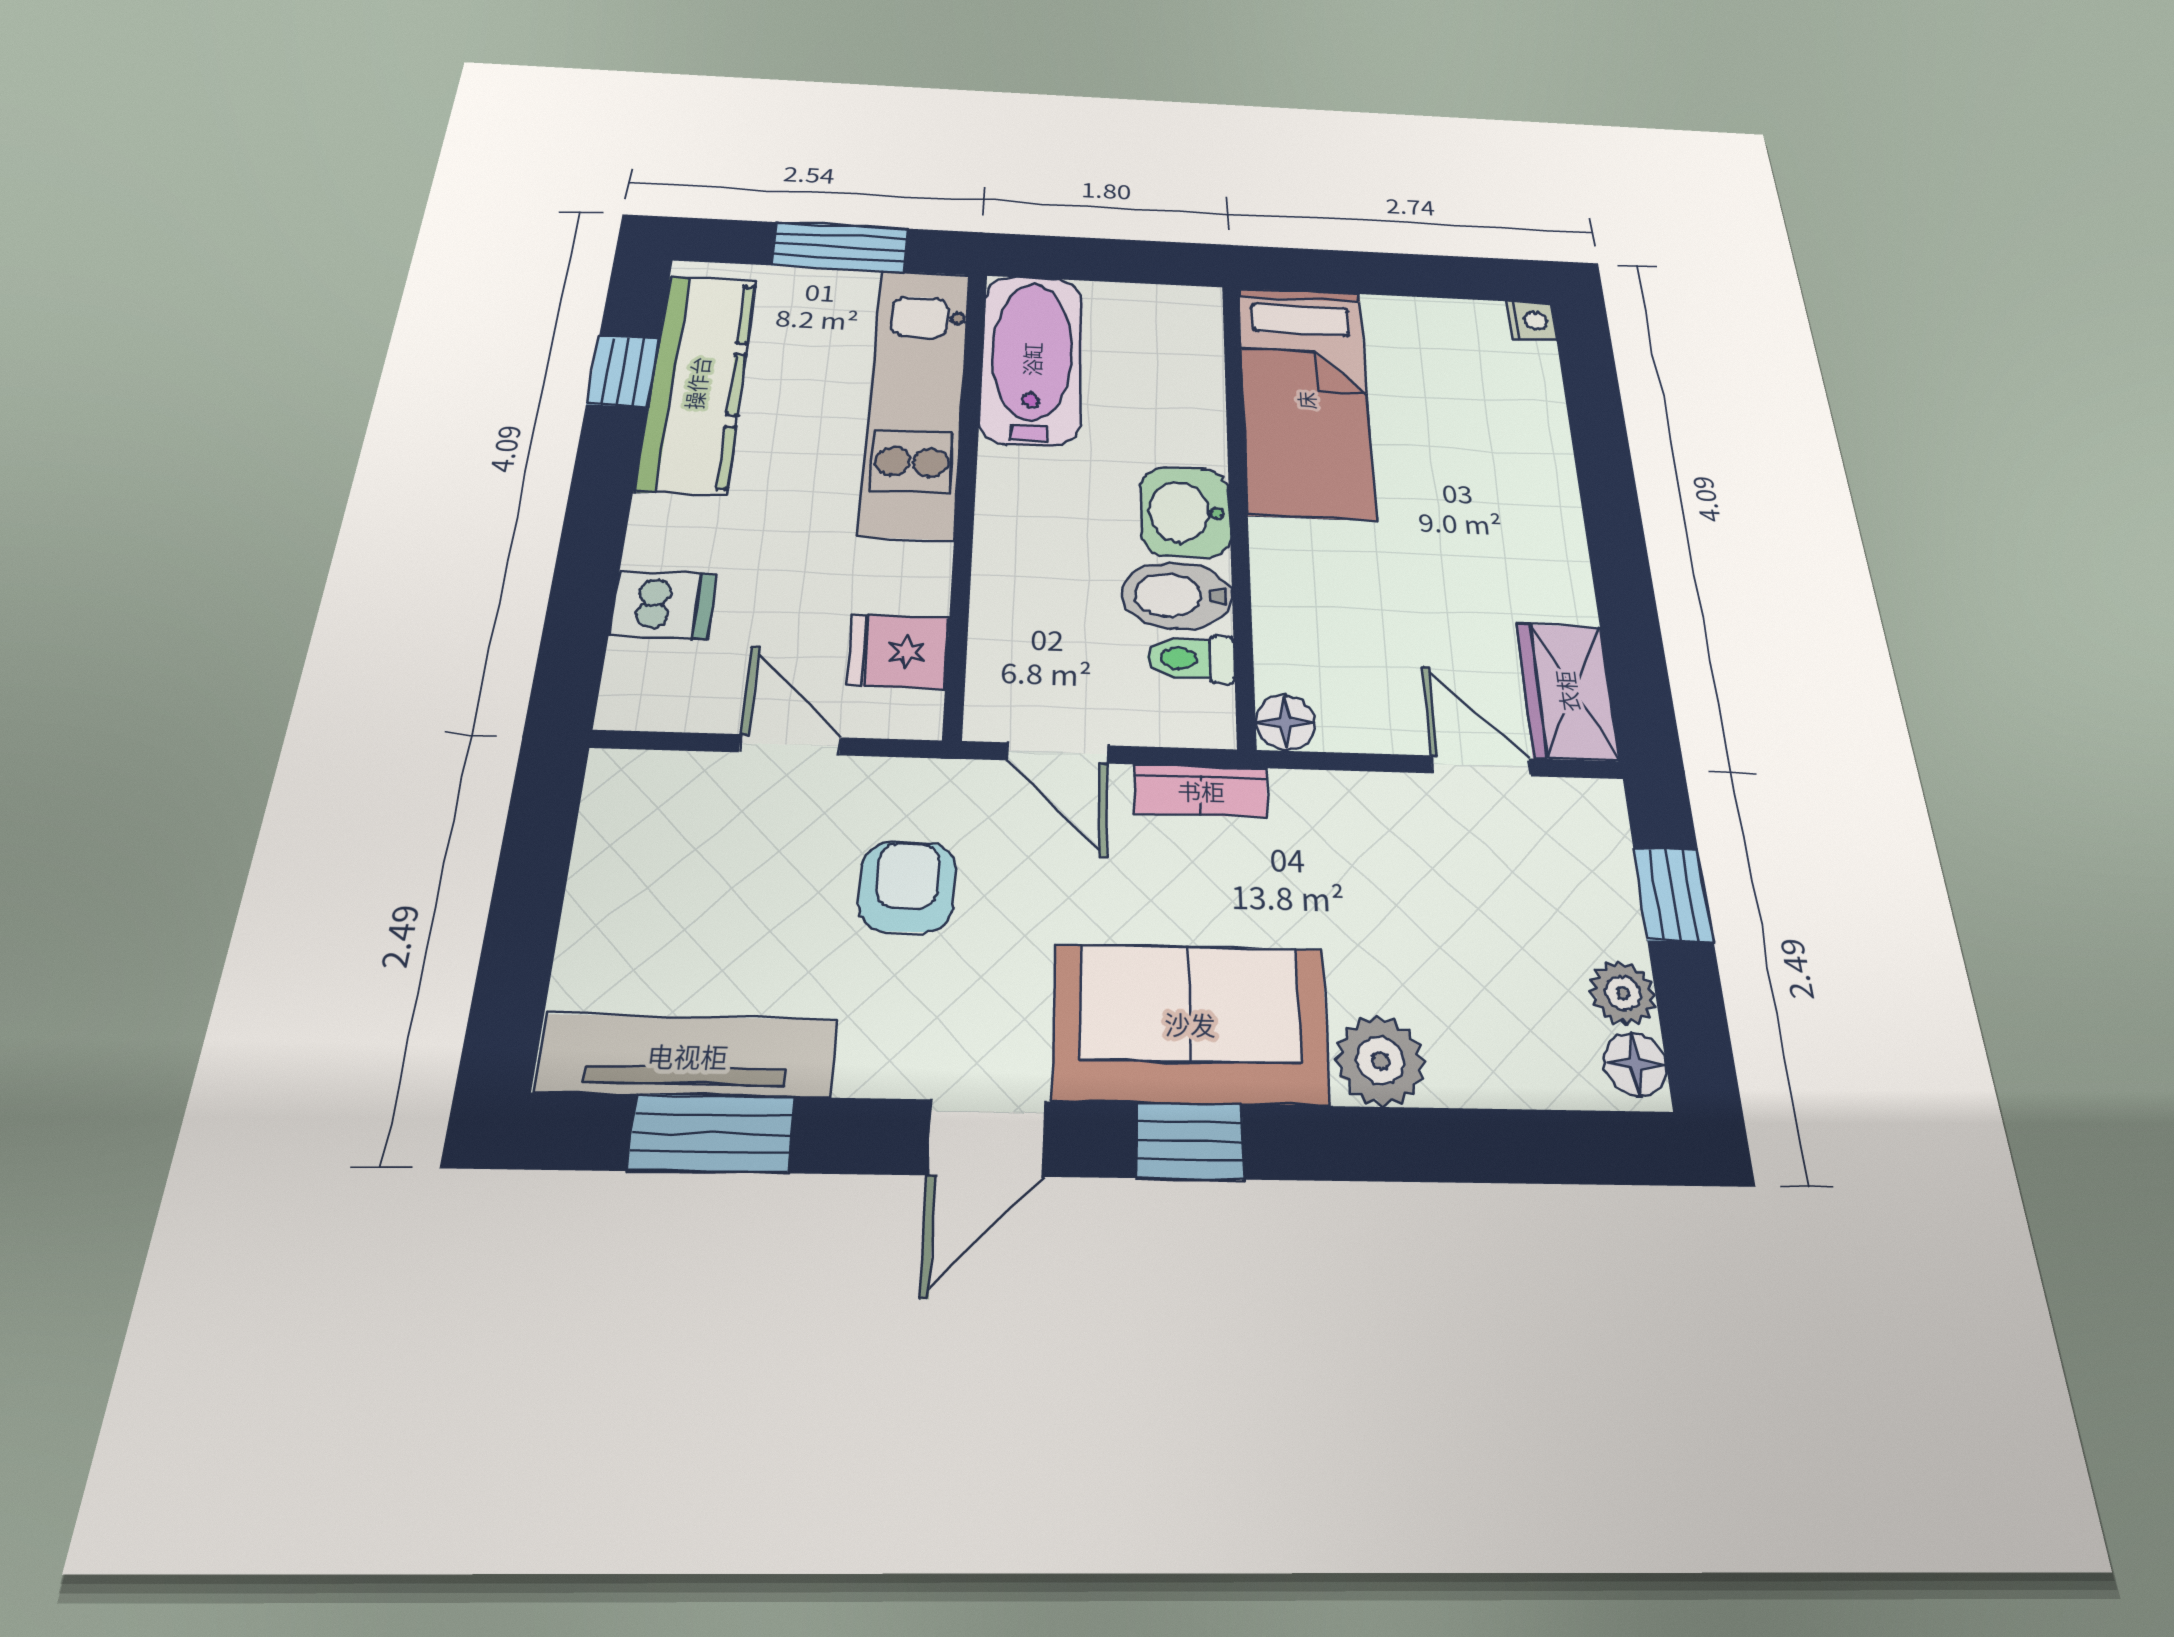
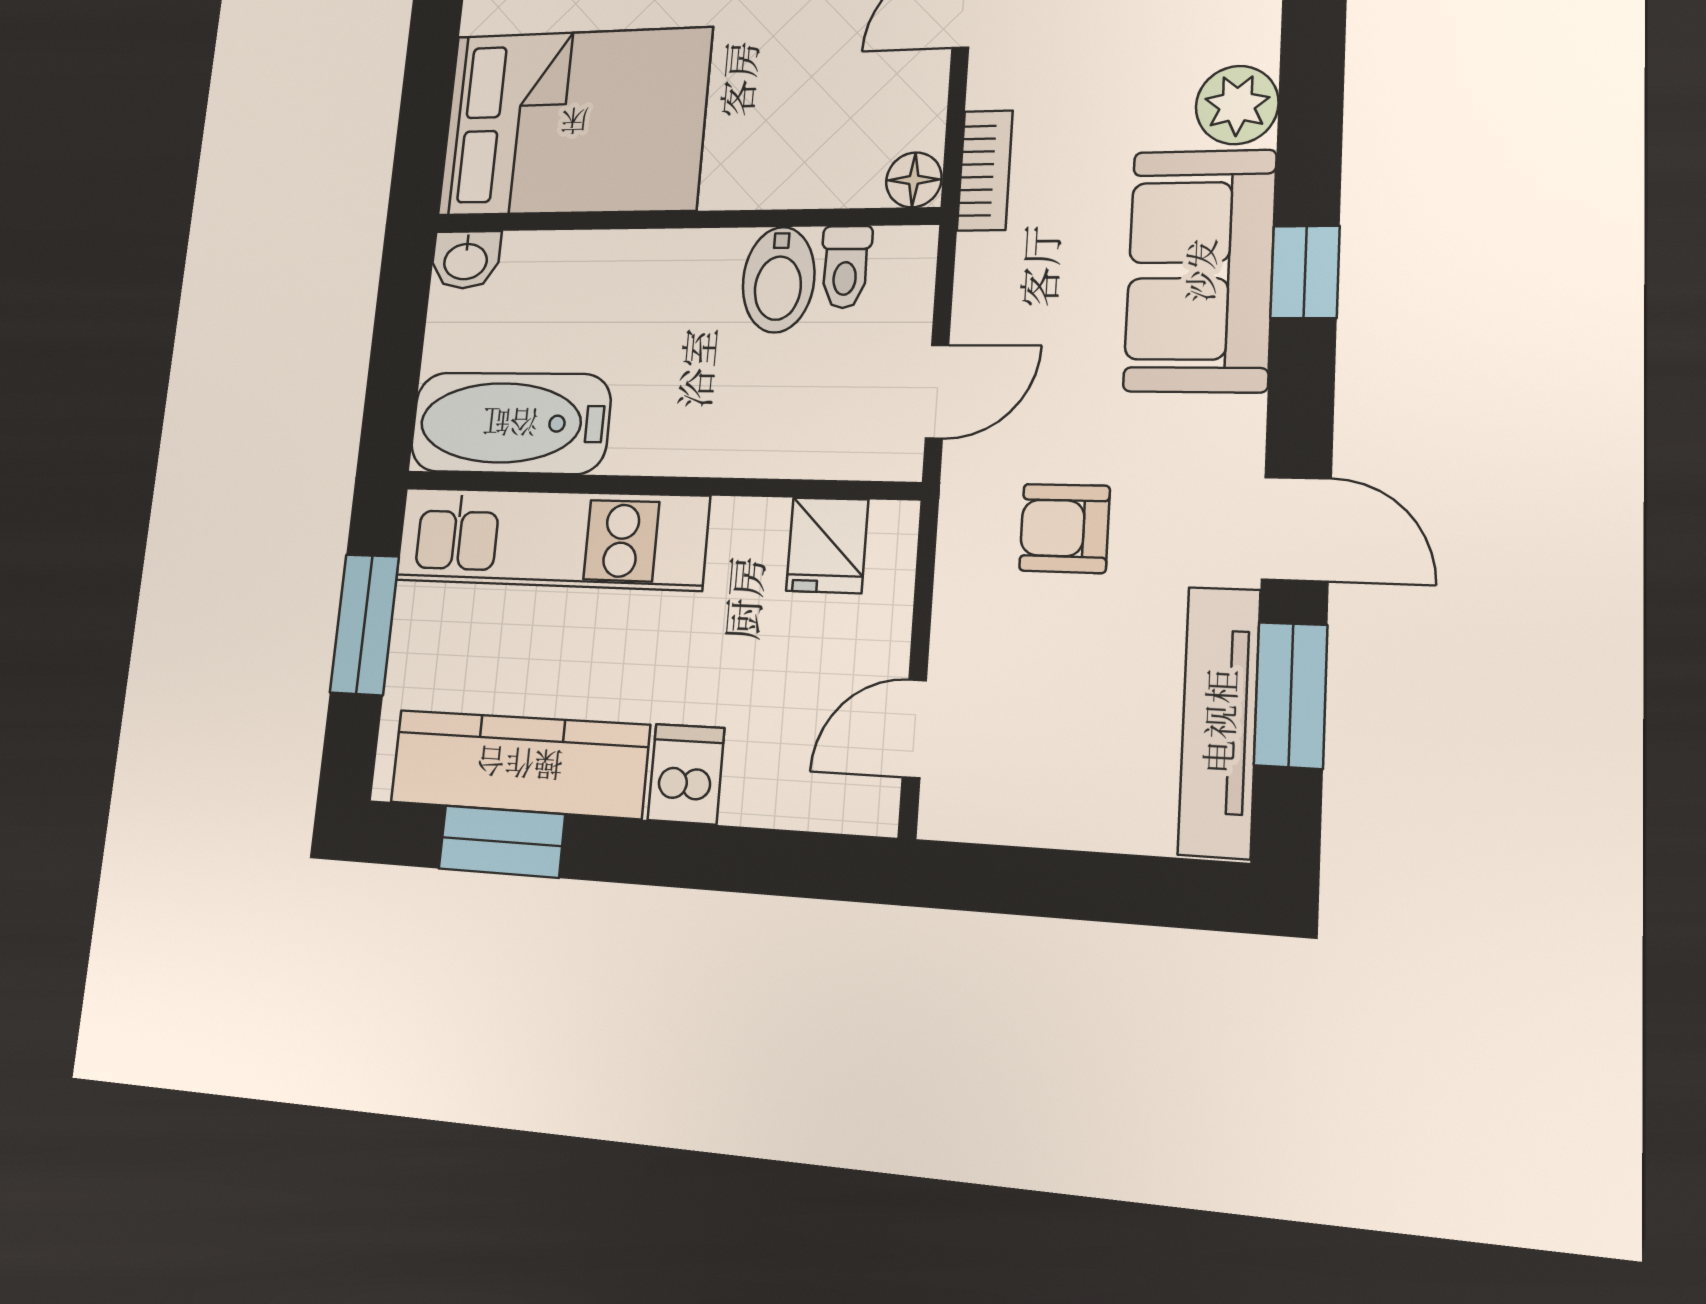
window: (623, 371) -> (502, 842), width x1.50
bed: (1306, 400) -> (574, 122), width x1.50
washbasin: (1185, 512) -> (466, 260), moved, width x0.72, depth x0.69
dishwasher: (663, 604) -> (686, 774), moved
door: (790, 745) -> (914, 729), moved
bookcase: (1201, 791) -> (985, 170), moved
door: (987, 1138) -> (1296, 529), moved

